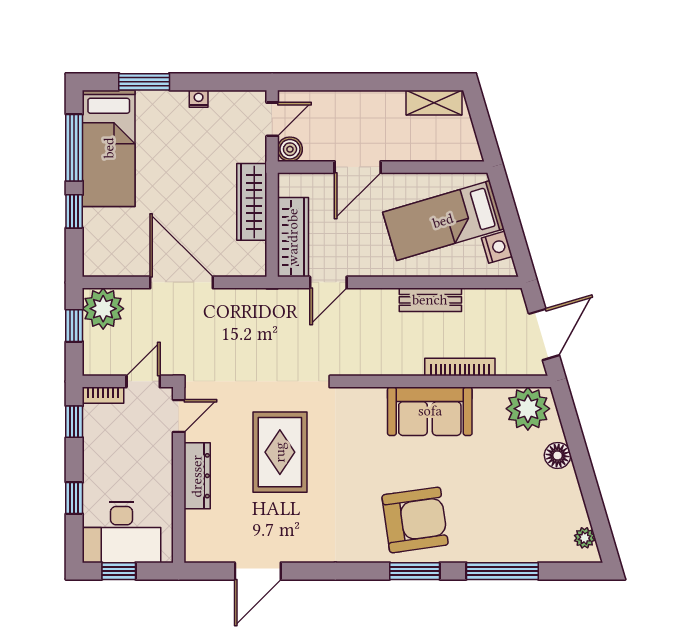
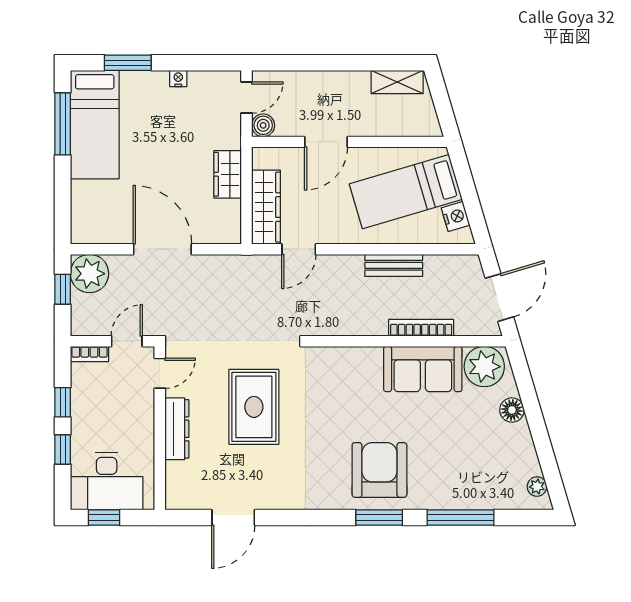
wardrobe: (252, 202) -> (228, 174), width x0.67
window: (74, 211) -> (63, 183), removed
sofa: (430, 411) -> (423, 369), moved
window: (74, 422) -> (63, 402), moved
armchair: (415, 520) -> (379, 470), turned -82

